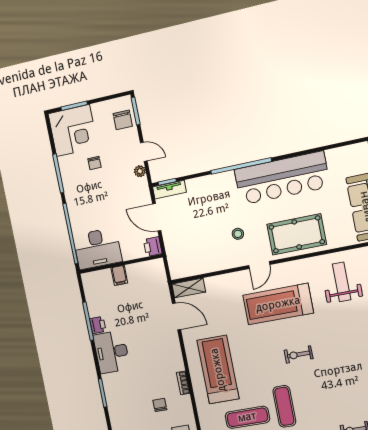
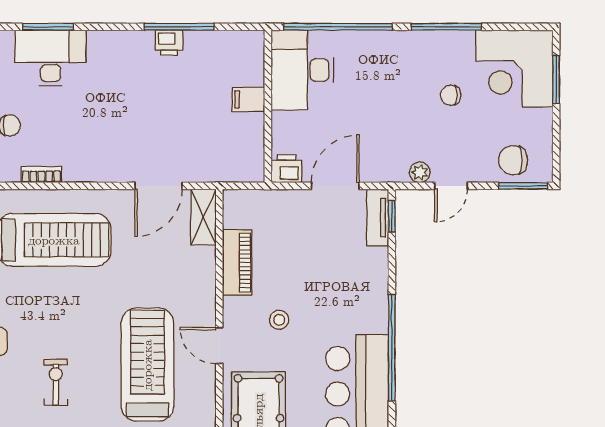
piano: (210, 264) -> (237, 262), added
desk: (112, 352) -> (51, 58), moved

